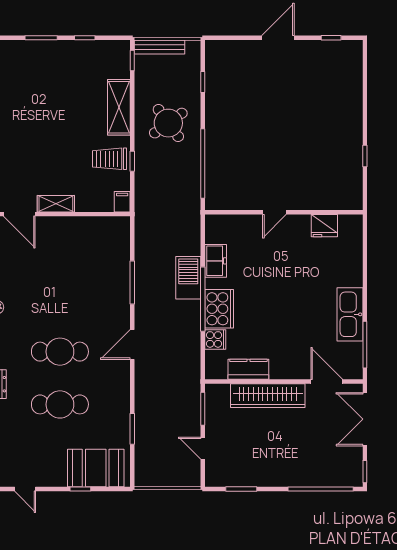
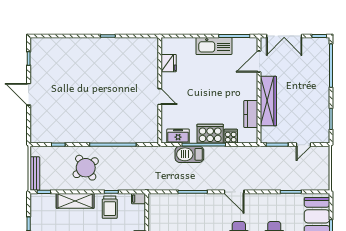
door: (274, 212) -> (160, 97), moved
wall: (284, 212) -> (160, 90), moved
fridge: (324, 226) -> (169, 63), moved

